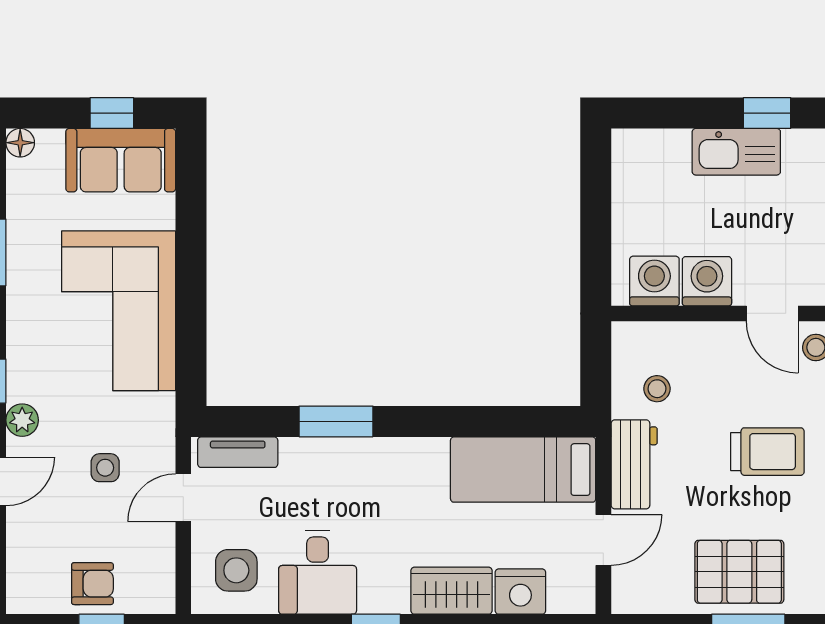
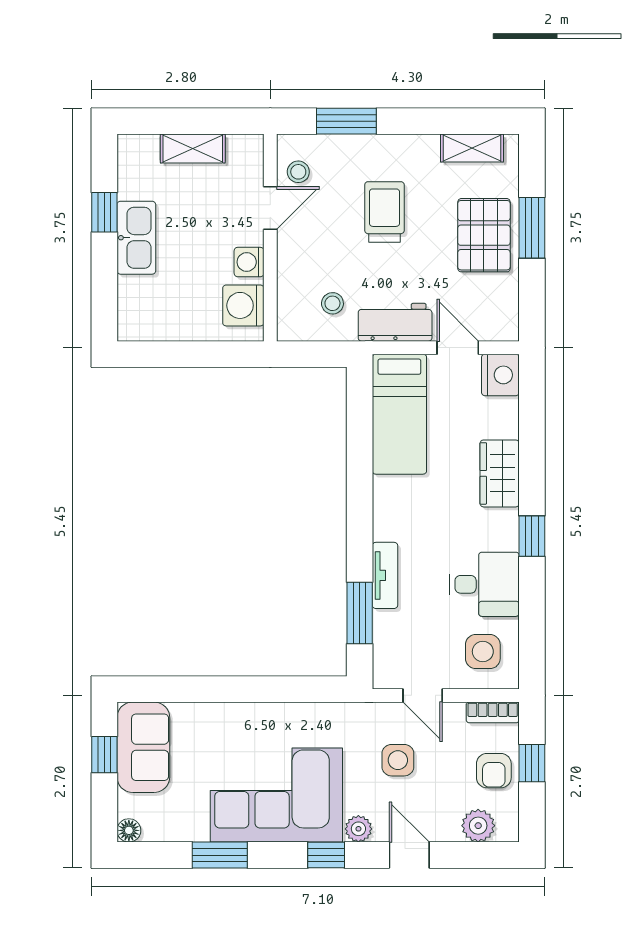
washing machine: (707, 281) -> (249, 262), width x0.73, depth x0.73
corner sofa: (119, 311) -> (276, 795), moved, turned 180
window: (336, 421) -> (360, 613), moved
tv unit: (238, 452) -> (385, 575), moved
side table: (105, 468) -> (398, 760), width x1.37, depth x1.37
plant: (26, 565) -> (478, 826), added
bookcase: (163, 582) -> (493, 712), added
armchair: (92, 584) -> (494, 771), turned 180
nightstand: (520, 592) -> (500, 375), moved

